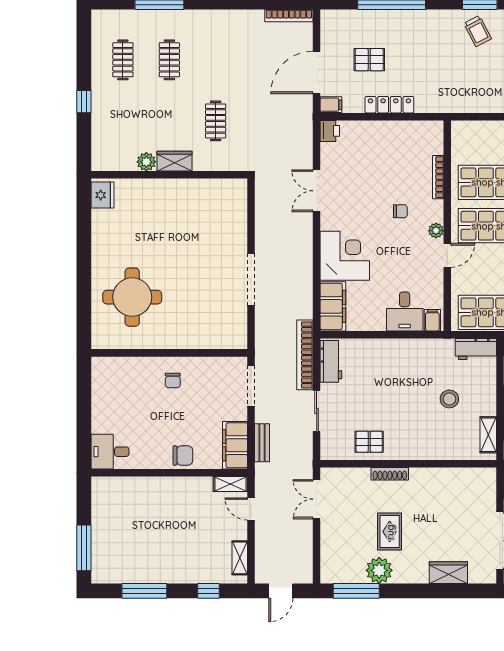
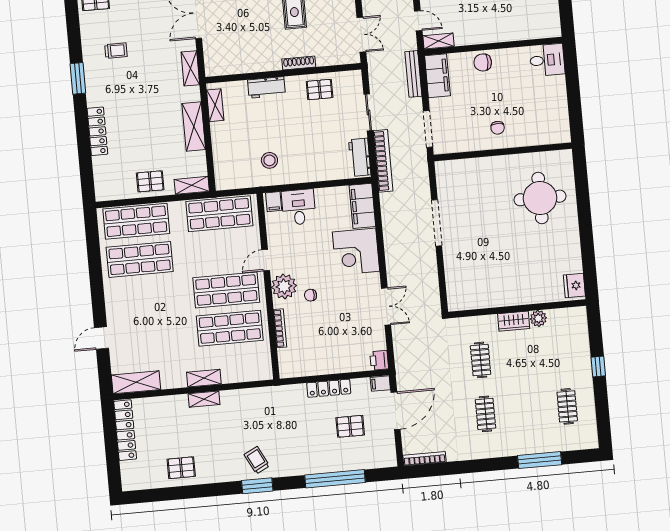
clothes rail: (169, 60) -> (485, 414), moved
plant: (436, 231) -> (284, 286), width x1.87, depth x1.87
workbench: (476, 349) -> (266, 87), moved, turned 180
chair: (173, 380) -> (498, 128), turned 180
stool: (449, 399) -> (269, 160), moved
bench: (262, 443) -> (413, 74), width x1.36

